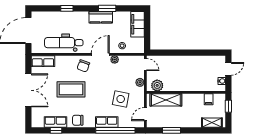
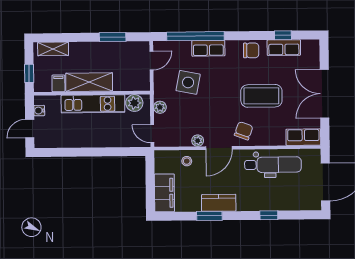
kitchen unit: (185, 85) -> (93, 104), added
shelving: (166, 100) -> (89, 82), moved

